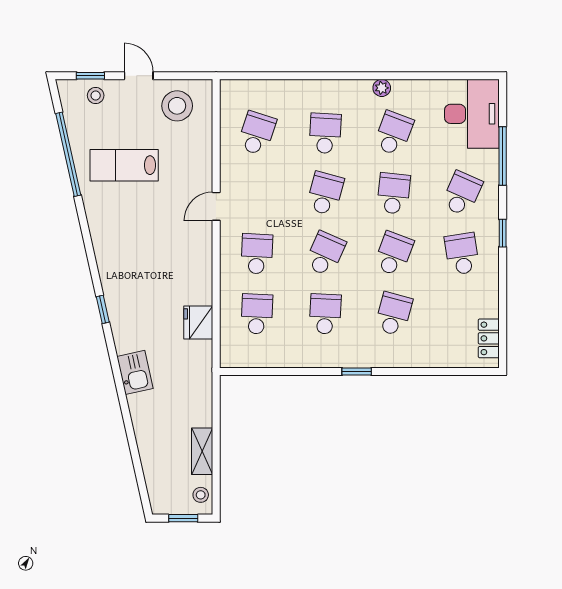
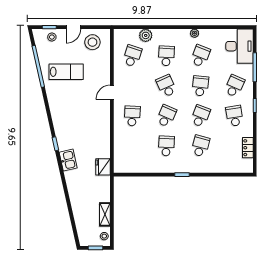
door: (139, 76) -> (73, 27), swing flipped
plant: (284, 92) -> (146, 35), added
lab bench: (124, 165) -> (66, 72), turned 180
school desk: (325, 194) -> (166, 86), turned -39
school desk: (257, 314) -> (132, 146), removed
fridge: (198, 323) -> (103, 167), moved
locker: (489, 338) -> (248, 148), moved
kitchen sink: (135, 372) -> (68, 160), moved

